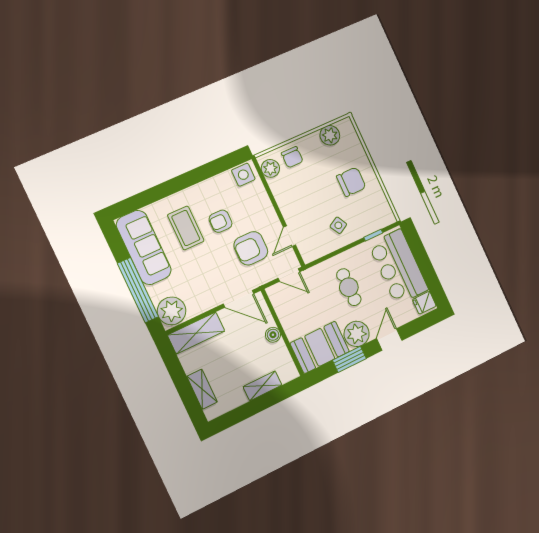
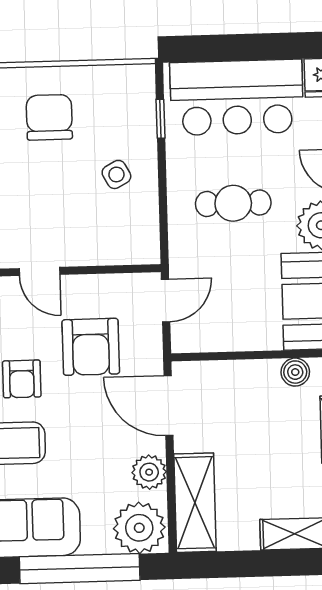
door: (290, 236) -> (39, 271), moved
door: (239, 299) -> (169, 406), swing flipped
plant: (202, 304) -> (149, 472), added
boiler: (273, 335) -> (295, 372), moved

